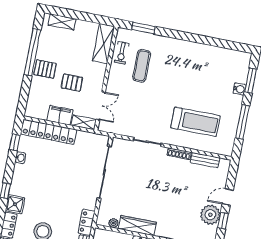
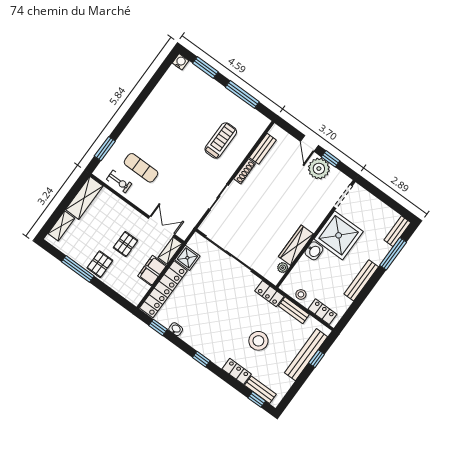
shelving: (104, 44) -> (84, 198), moved, turned 90
window: (32, 52) -> (78, 269), width x0.68
water cooler: (239, 89) -> (181, 62), moved
treadmill: (196, 122) -> (221, 141), width x0.73, depth x0.73
shower: (15, 204) -> (187, 258), moved

